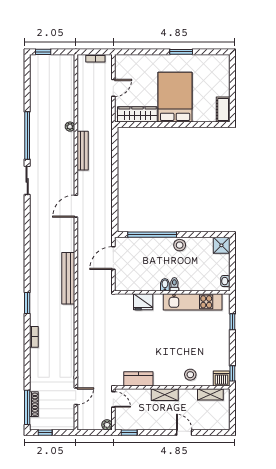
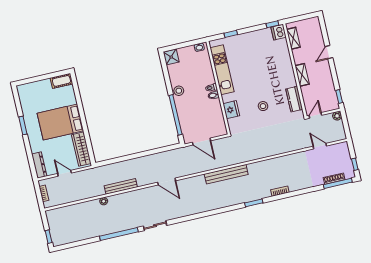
dresser: (130, 60) -> (39, 165), added
stool: (190, 375) -> (263, 106), moved

